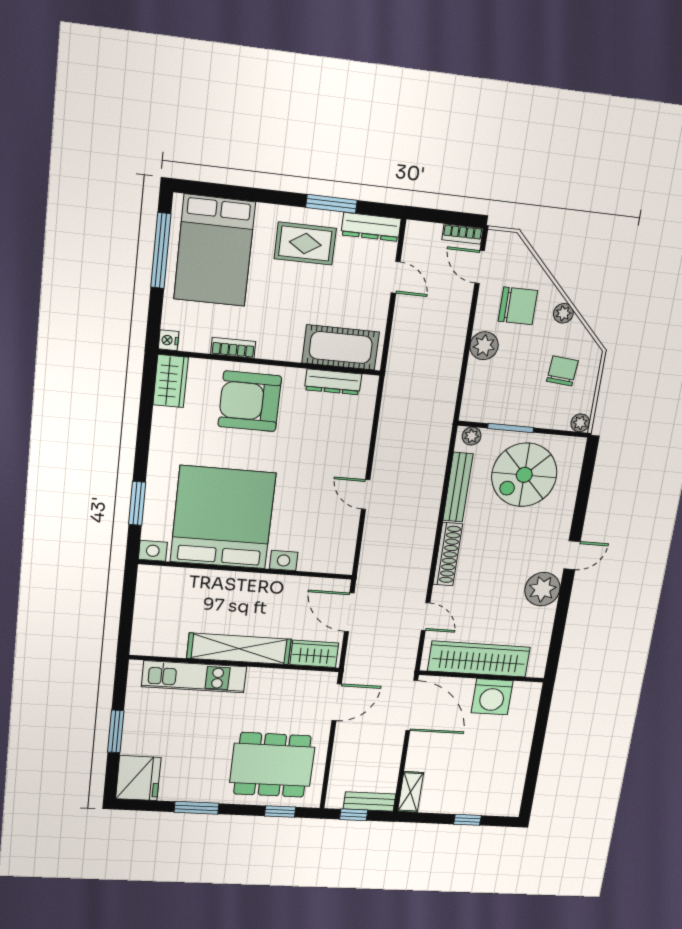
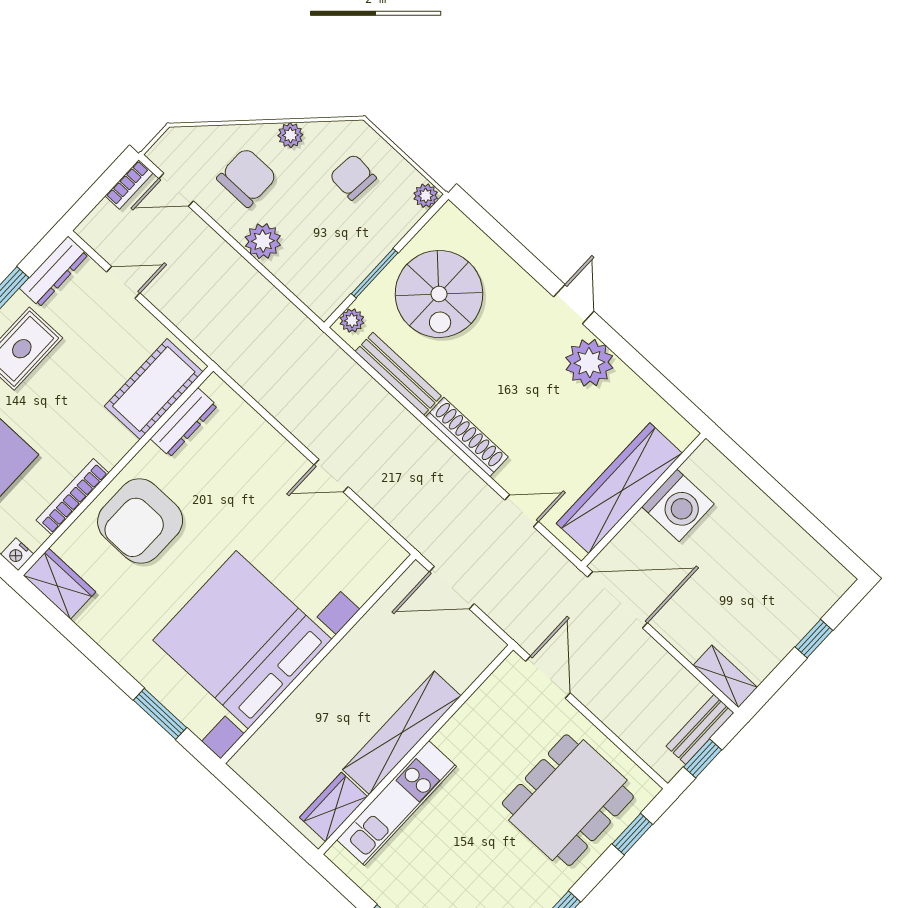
bookcase: (233, 348) -> (73, 497), width x1.56
wardrobe: (314, 654) -> (333, 807), moved

